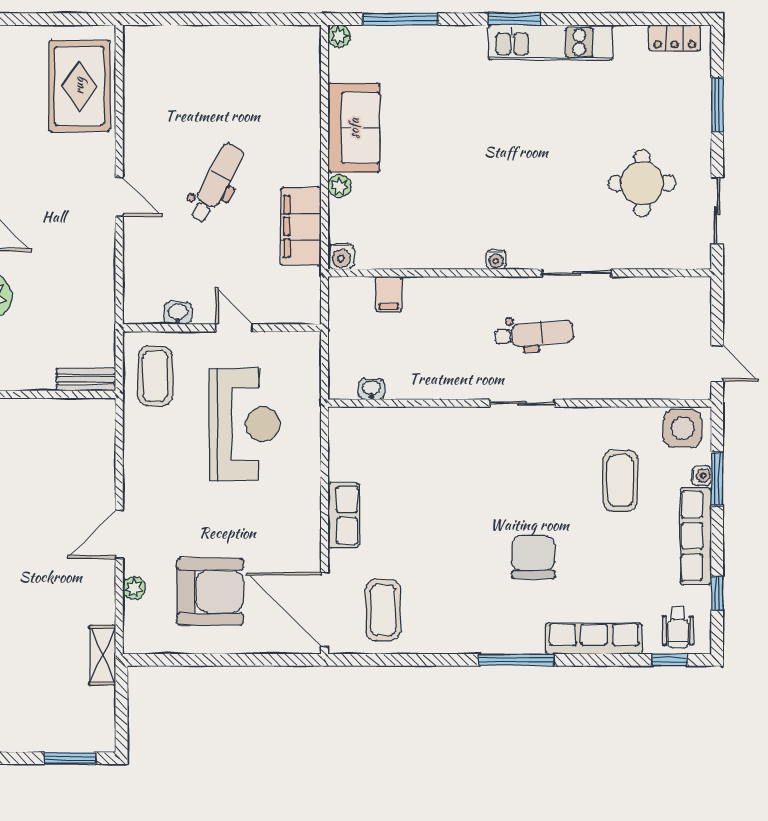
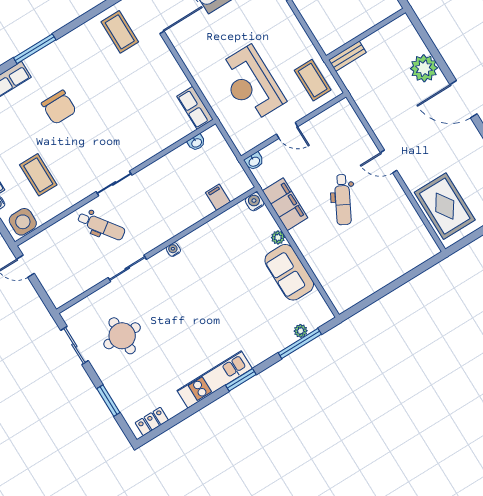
plant: (339, 36) -> (301, 331), moved
washbasin: (178, 313) -> (254, 161), moved
dental chair: (534, 334) -> (101, 226), moved, turned -121
row of seats: (343, 515) -> (195, 108), moved

